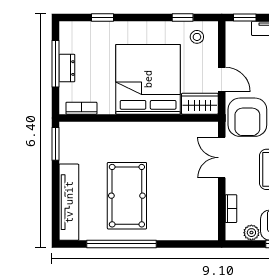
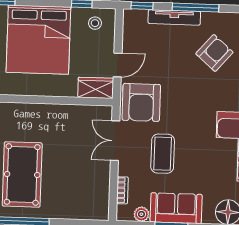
bed: (148, 79) -> (38, 40), moved, turned 180
door: (222, 79) -> (118, 65), hinge flipped

